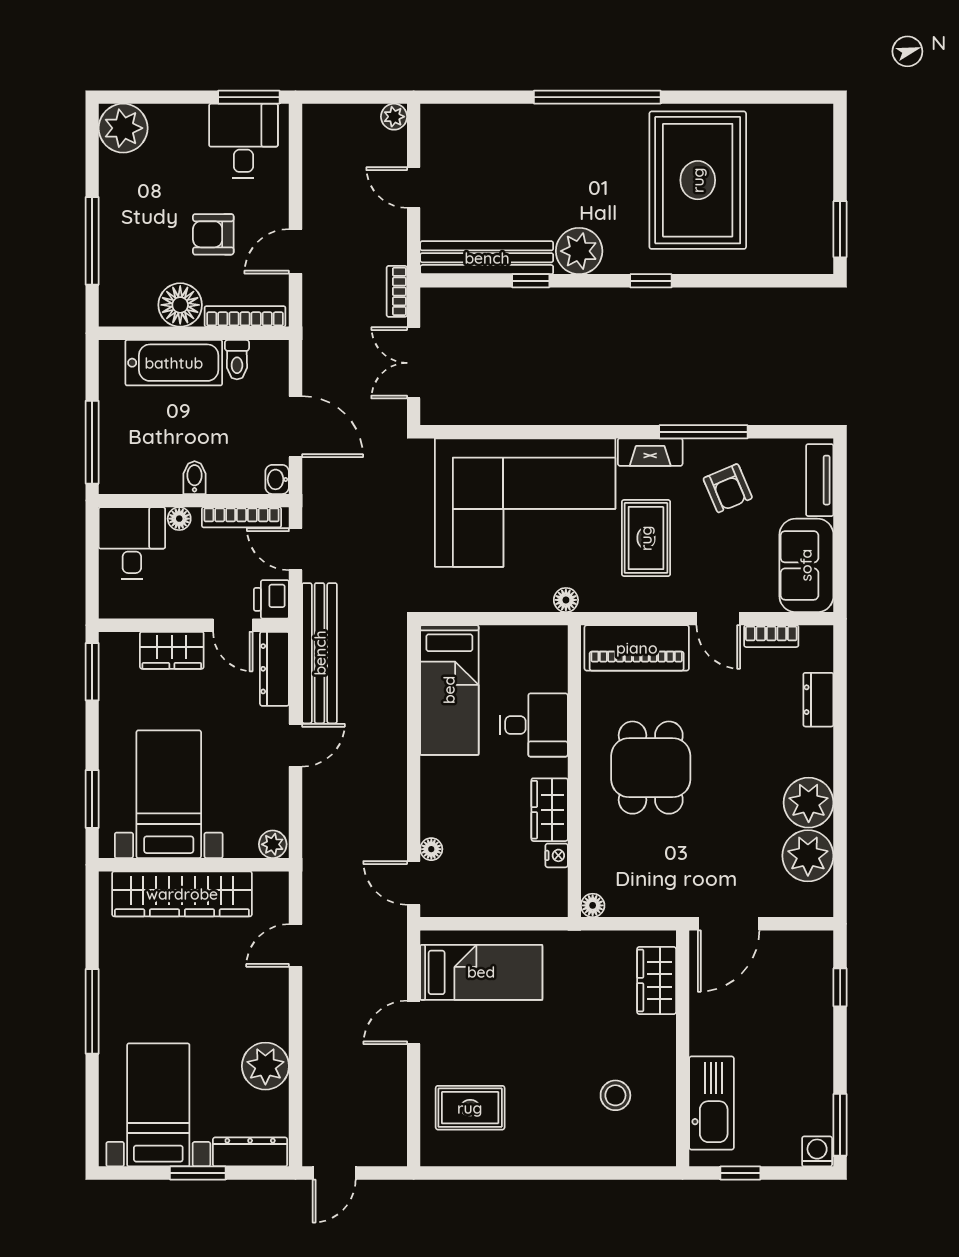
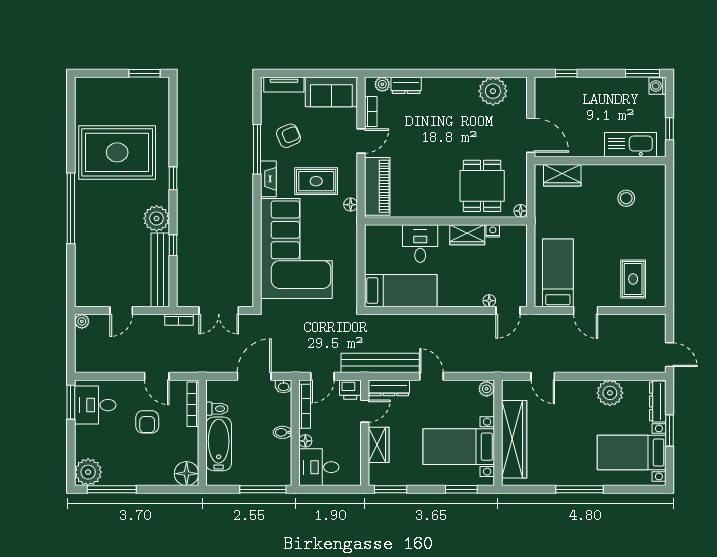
window: (92, 241) -> (112, 489), moved
floor lamp: (180, 305) -> (187, 474), moved
floor lamp: (566, 600) -> (351, 205), moved
dining table: (651, 768) -> (482, 186), moved, turned 90
plant: (809, 803) -> (382, 84), moved, width x0.53, depth x0.53

